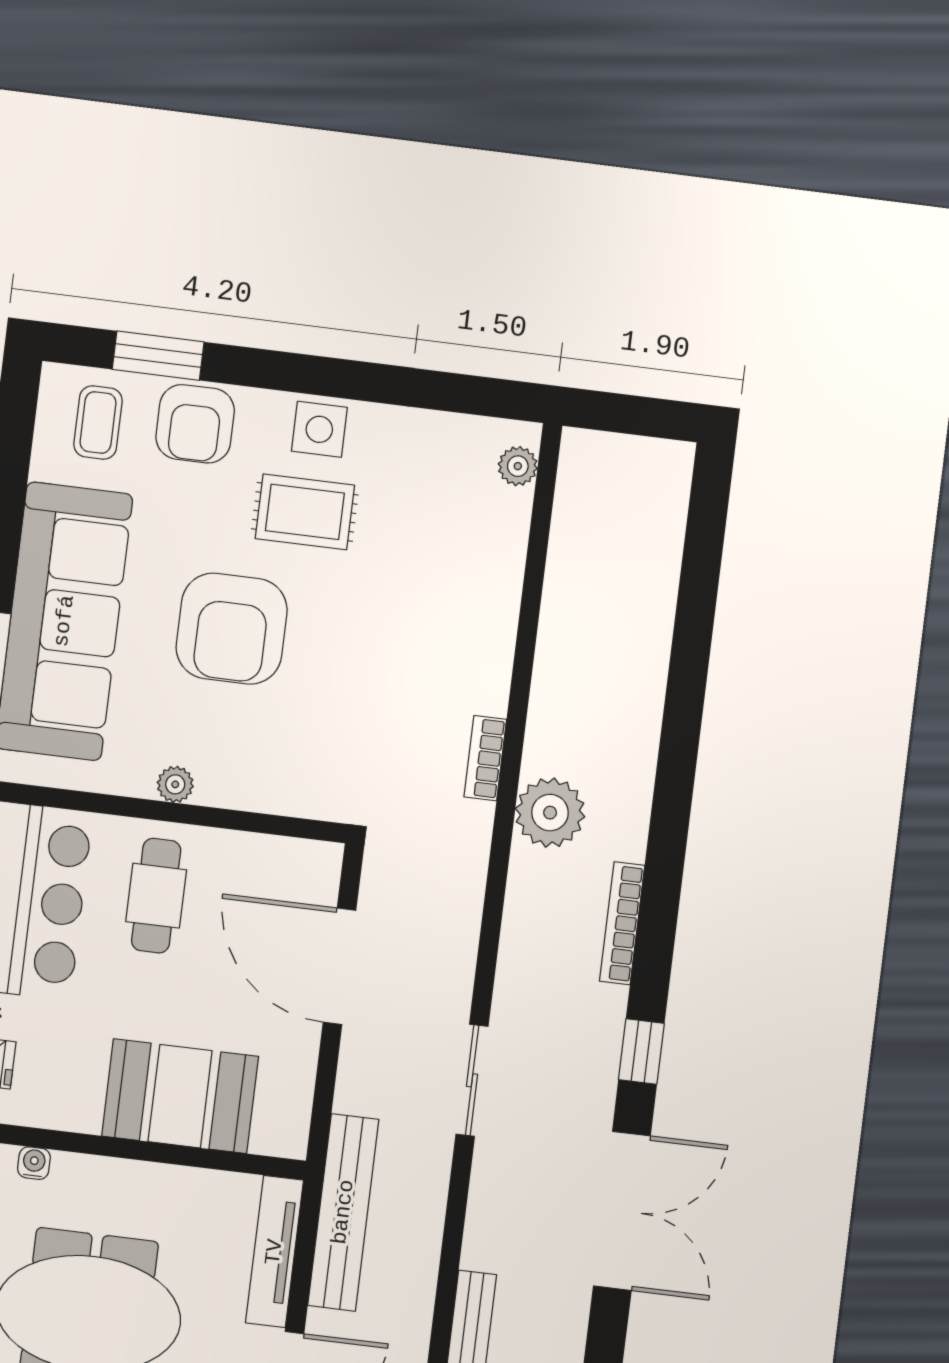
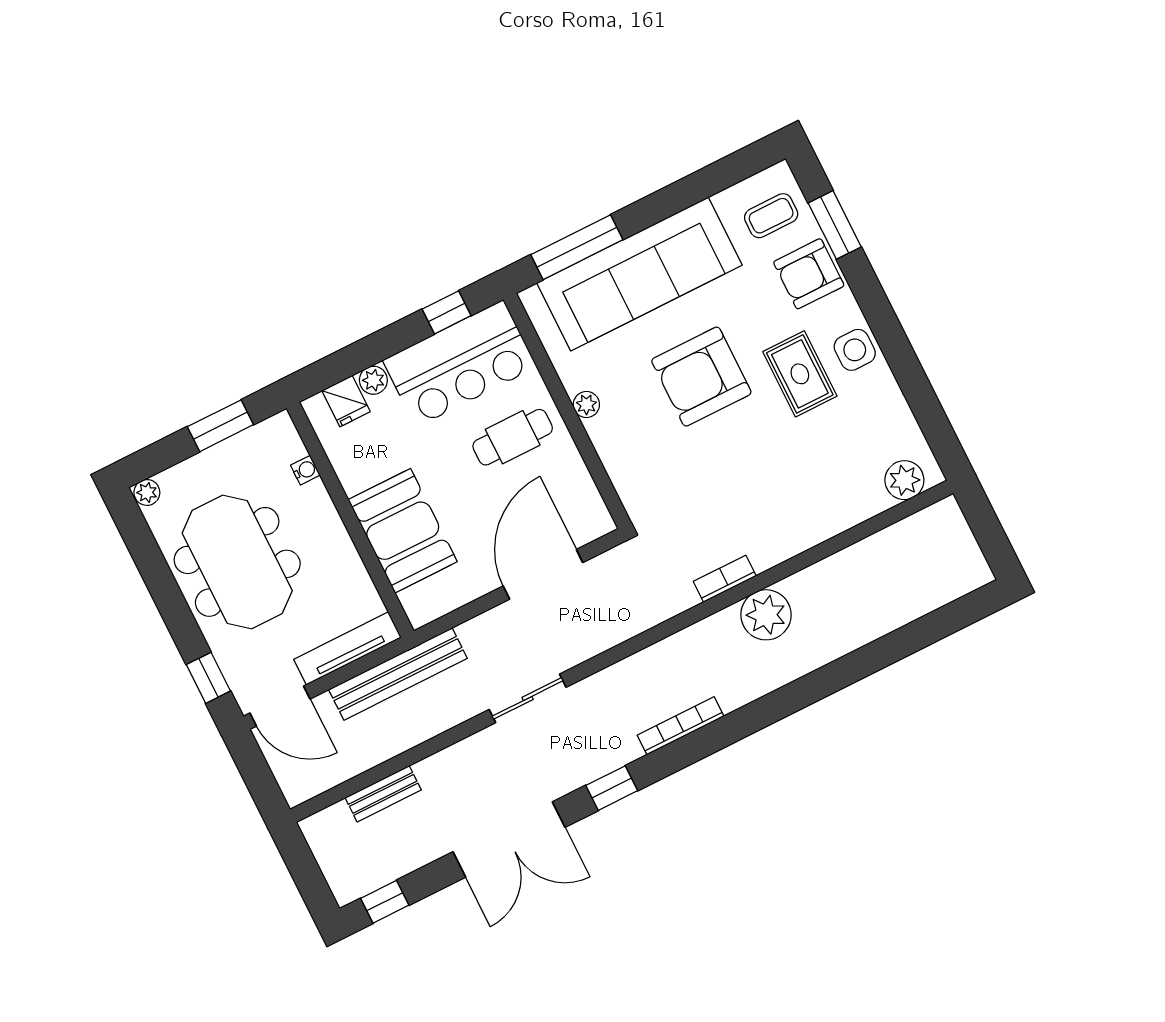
plant: (518, 466) -> (904, 480), width x1.38, depth x1.38
plant: (550, 813) -> (766, 615), moved

